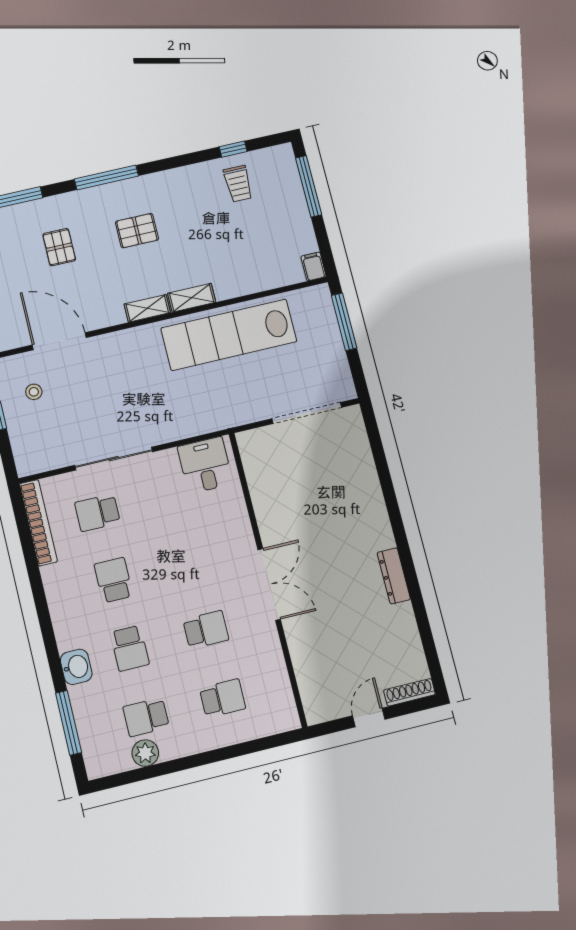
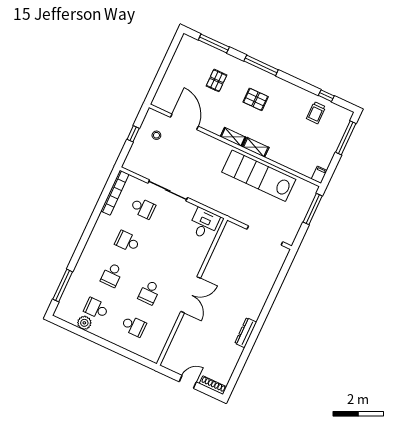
school desk: (98, 513) -> (143, 208), turned 180
school desk: (114, 580) -> (127, 241), turned -90
school desk: (206, 630) -> (149, 292), turned 90
washbasin: (76, 667) -> (84, 265), removed

